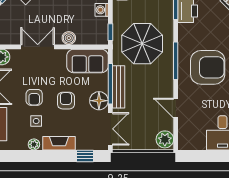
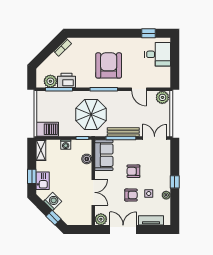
boiler: (69, 38) -> (87, 159), moved
double door: (38, 47) -> (93, 192), swing flipped
floor lamp: (99, 101) -> (134, 147), removed
door: (176, 108) -> (139, 89), hinge flipped
fireplace: (59, 143) -> (165, 176), removed
window: (85, 156) -> (175, 182), moved

